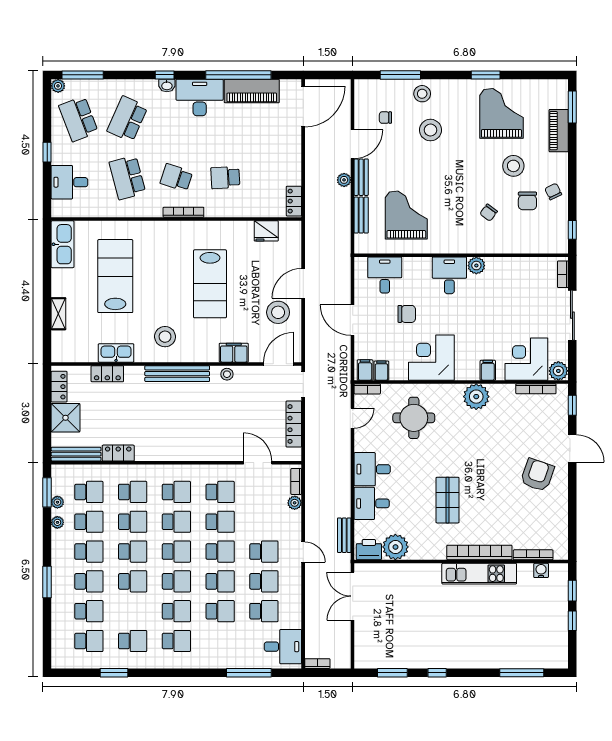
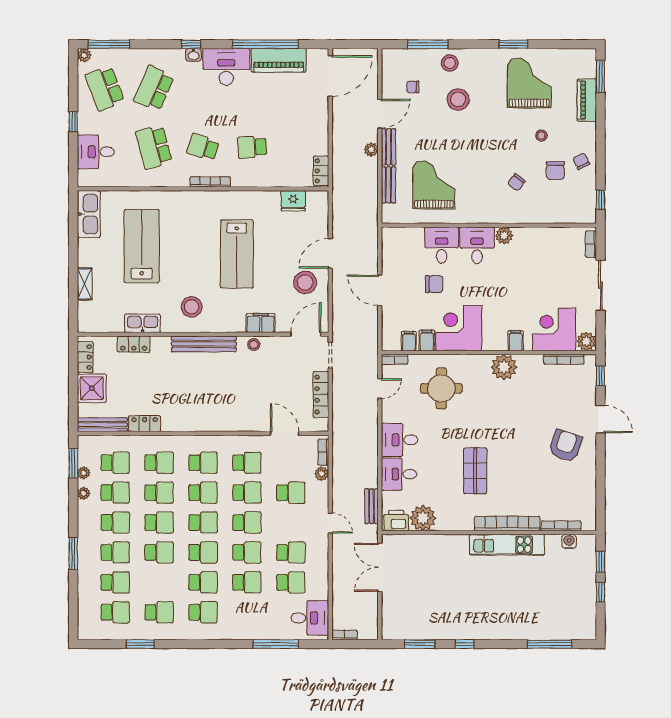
stool: (513, 166) -> (541, 135), width x0.53, depth x0.53
desk: (385, 275) -> (442, 245), moved
filing cabinet: (365, 370) -> (427, 340), moved
school desk: (264, 552) -> (291, 493), moved

